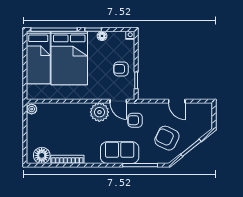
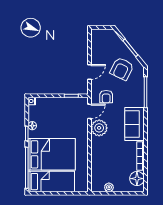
armchair: (121, 69) -> (61, 109), removed
door: (177, 101) -> (89, 72), moved
plant: (32, 109) -> (109, 187), moved
sofa: (120, 153) -> (135, 124), moved

